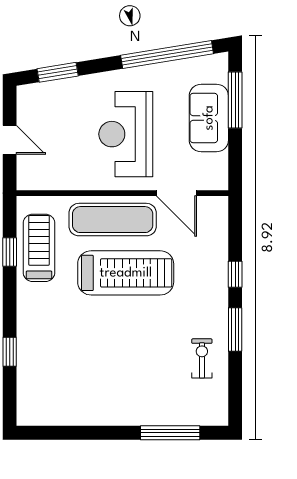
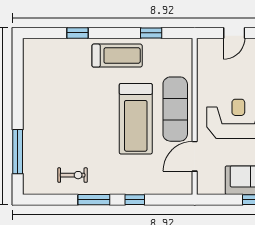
treadmill: (39, 248) -> (117, 56), moved

